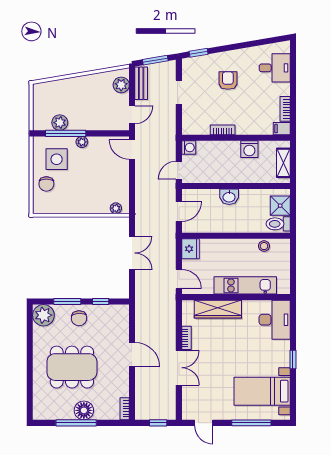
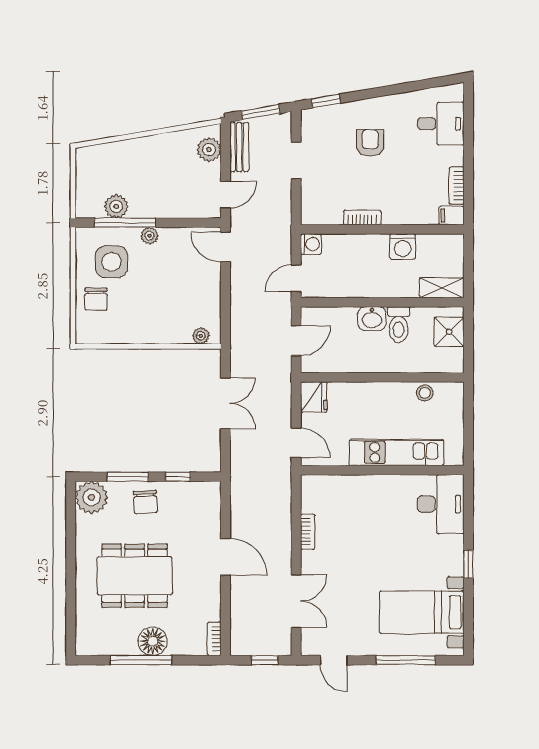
shelving: (283, 163) -> (442, 288), moved, turned 90
toilet: (278, 224) -> (399, 325), moved, turned -90
wardrobe: (218, 309) -> (355, 488), removed
double door: (179, 368) -> (296, 601), moved

